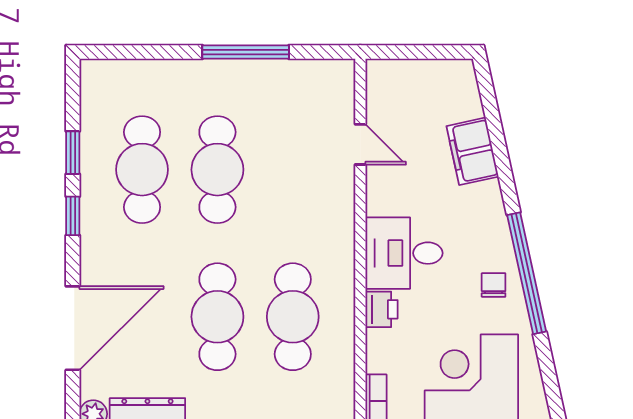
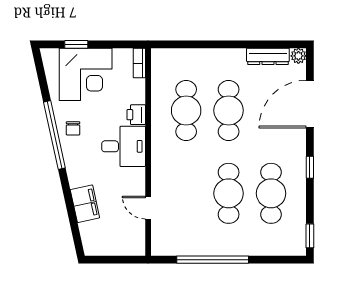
window: (246, 52) -> (213, 260), width x1.46
window: (73, 153) -> (310, 236), moved

